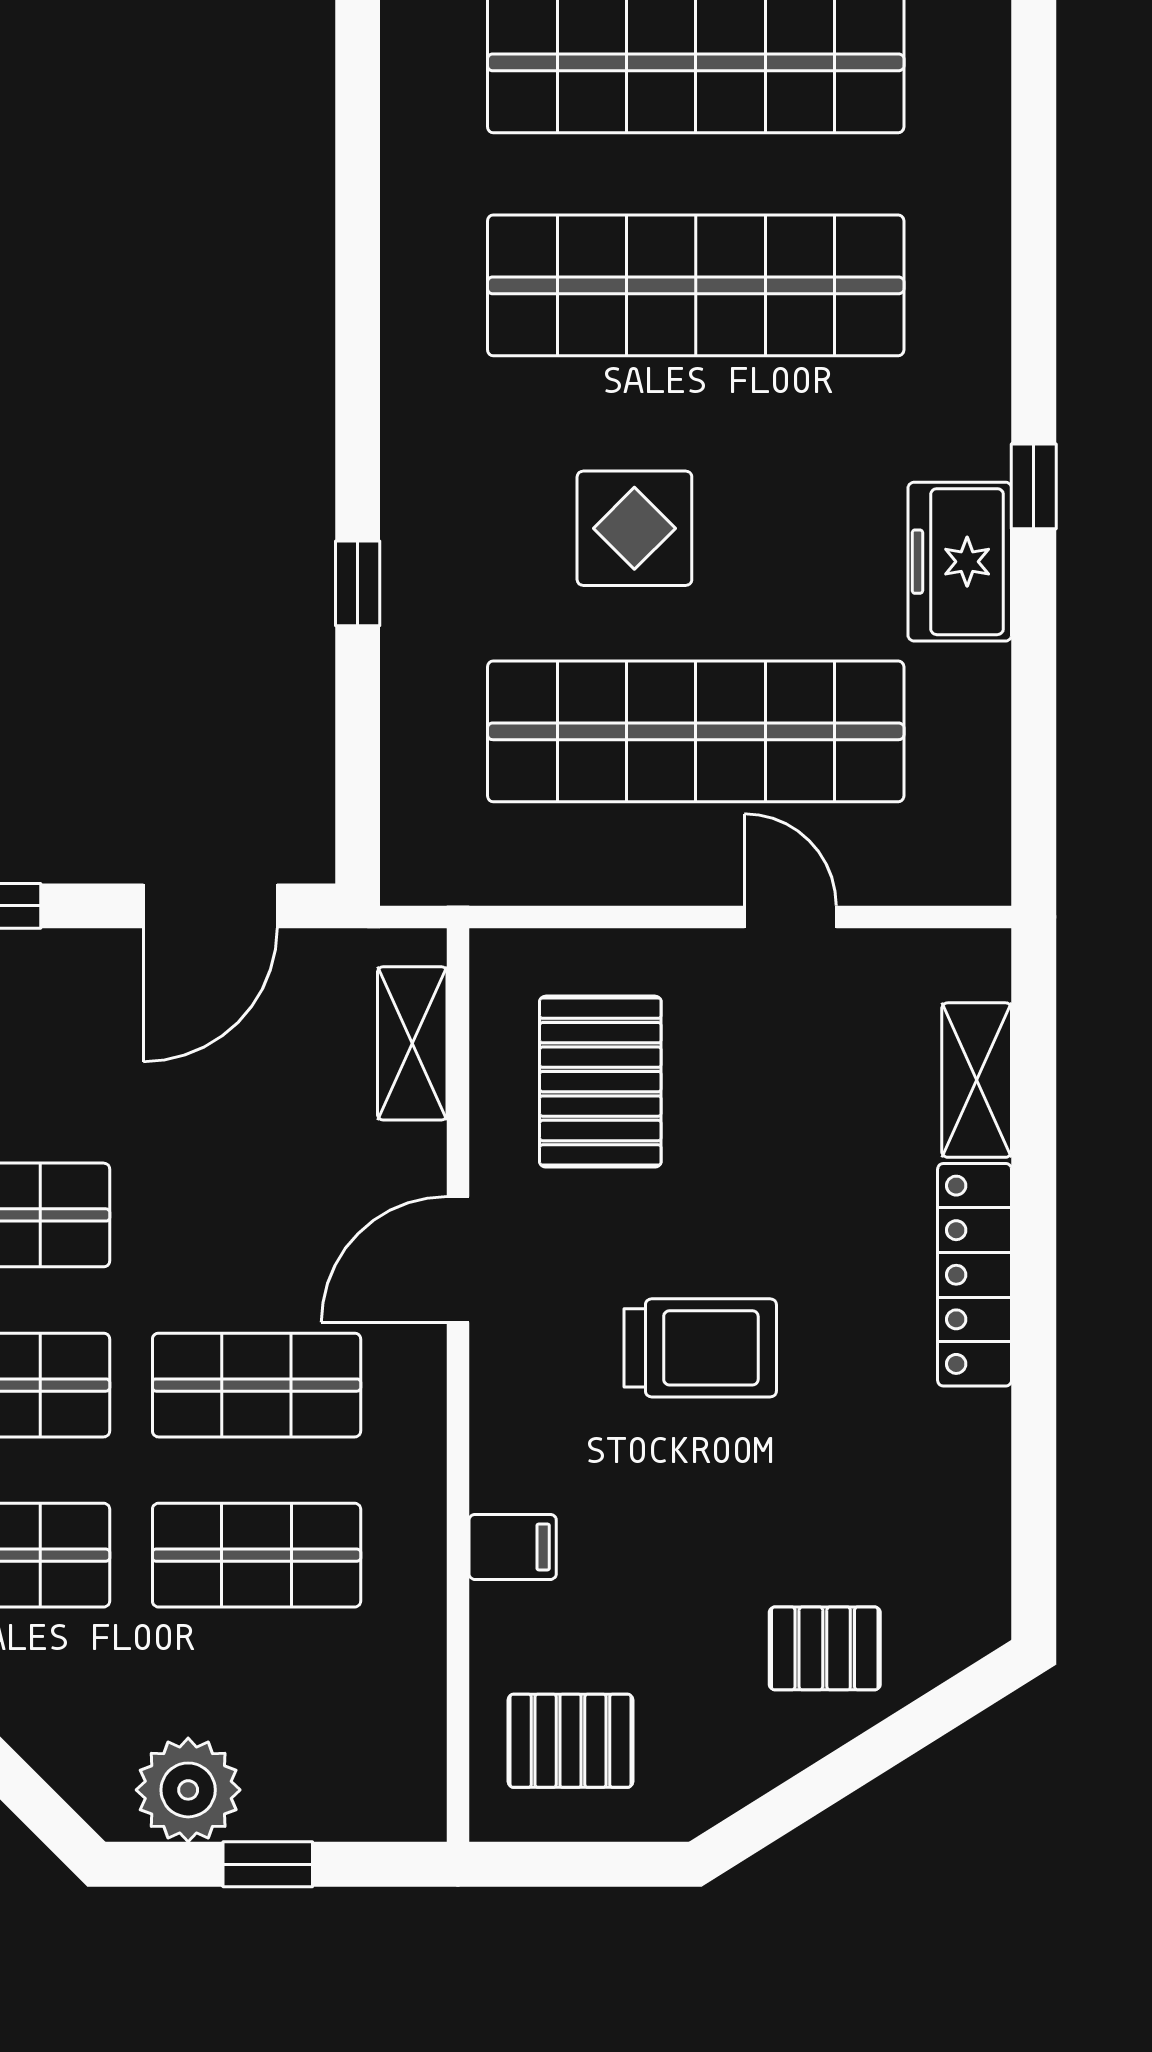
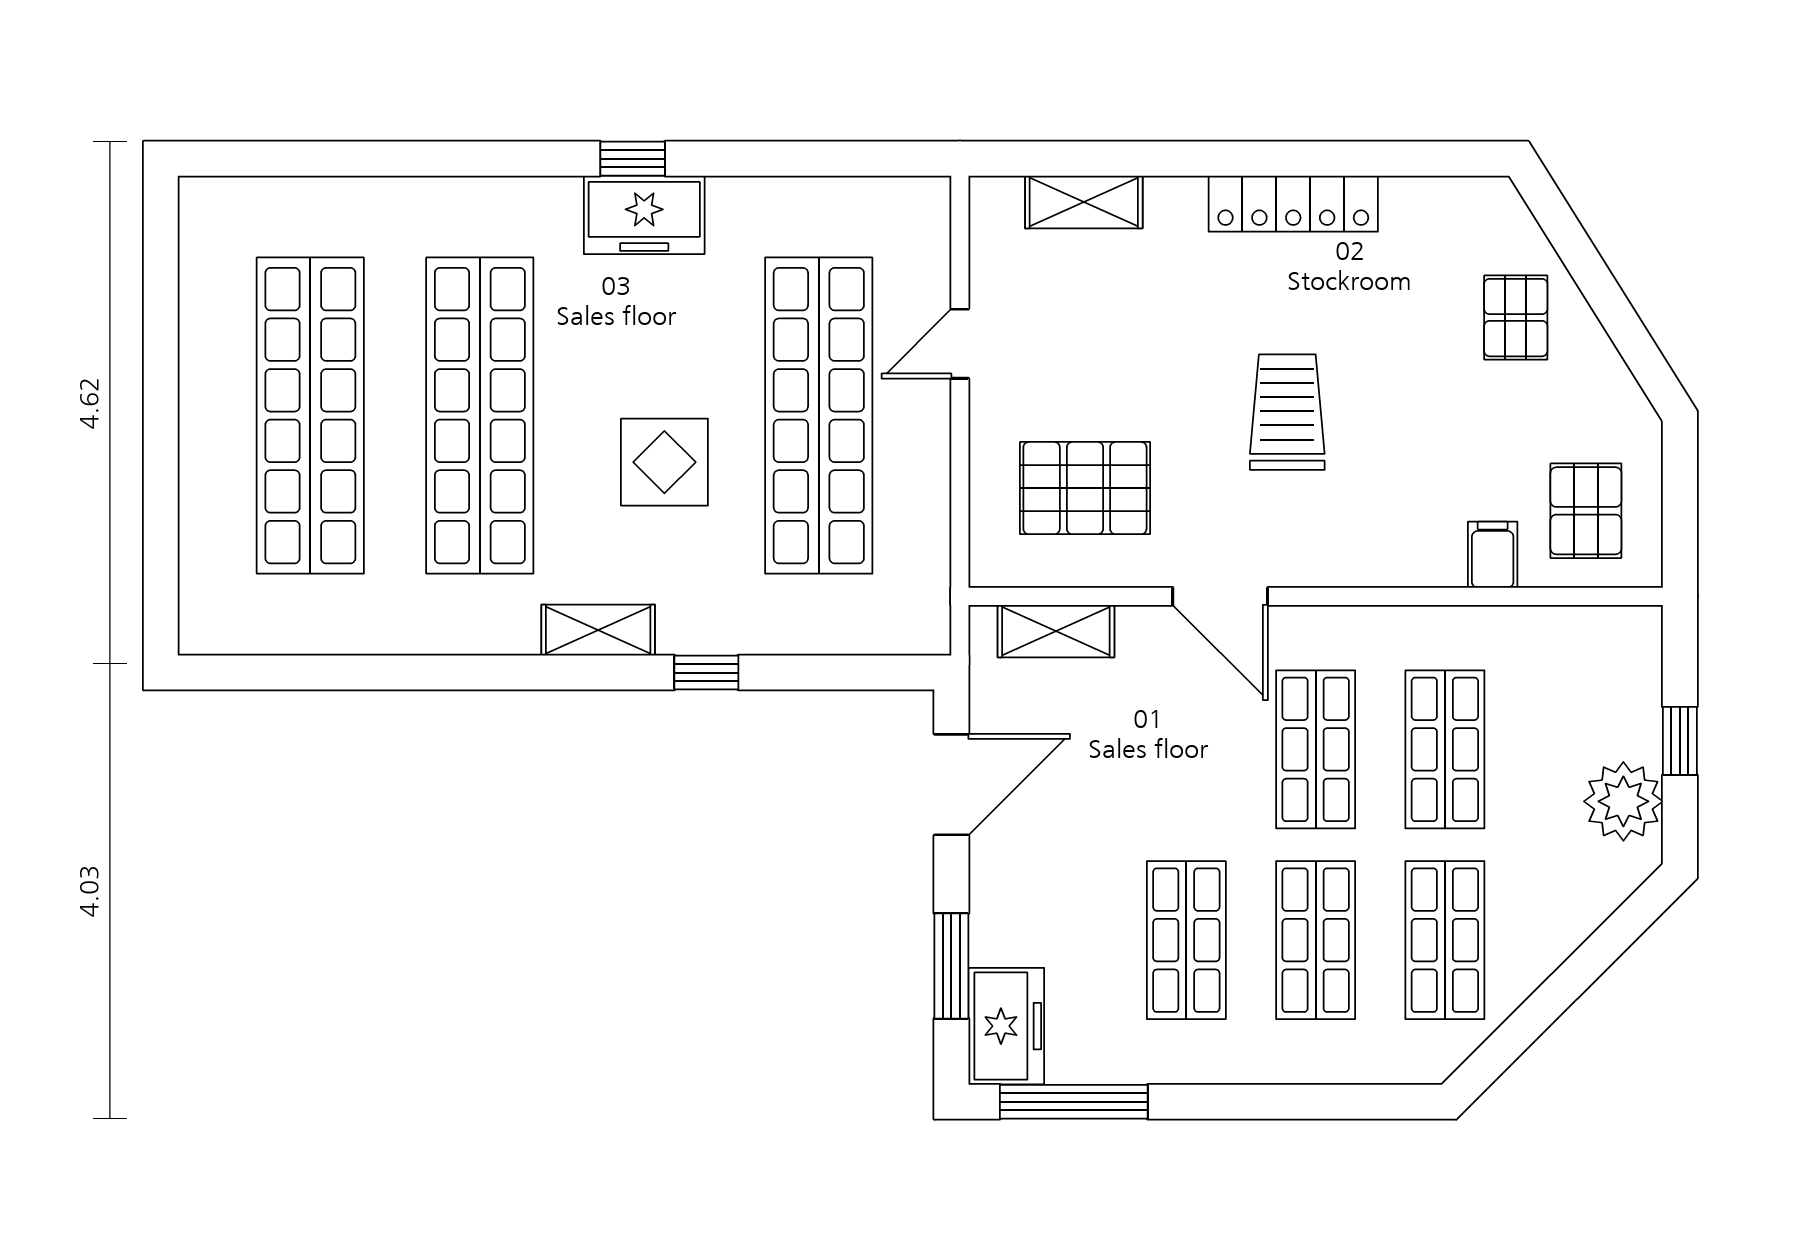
shelving: (414, 441) -> (598, 630), added
freezer: (960, 562) -> (644, 215), moved
door: (210, 906) -> (951, 785), hinge flipped
locker: (975, 1275) -> (1293, 204), moved
filing cabinet: (513, 1547) -> (1493, 555), moved

